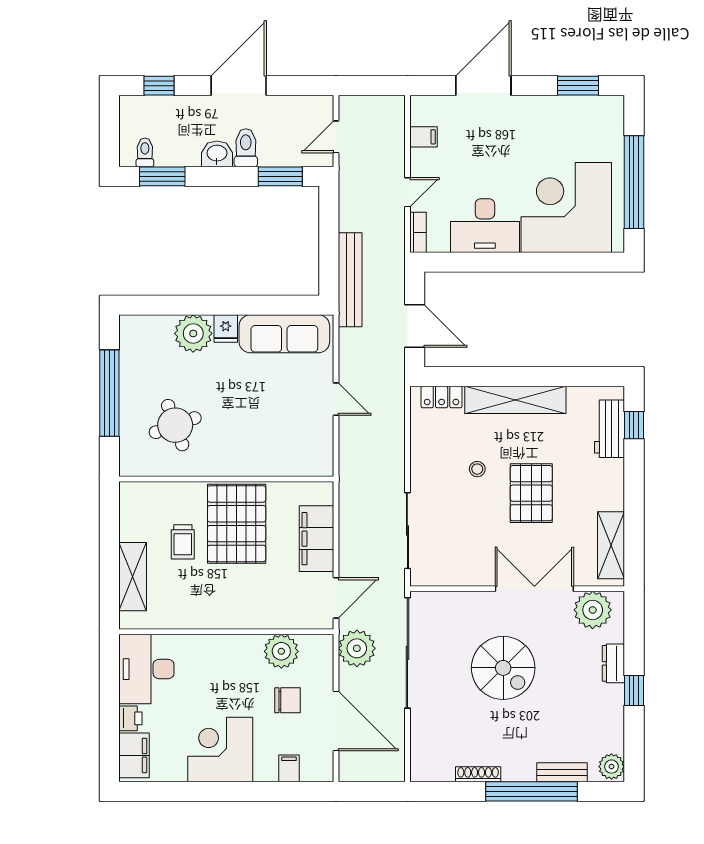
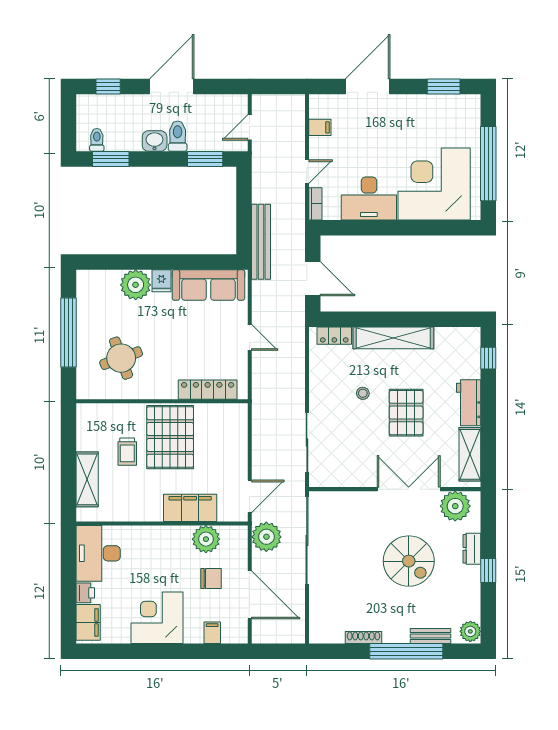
workbench: (609, 429) -> (469, 403), moved
locker: (283, 465) -> (208, 390), added
filing cabinet: (316, 539) -> (190, 508), moved, turned 90
spiral stairs: (503, 668) -> (409, 561), moved

